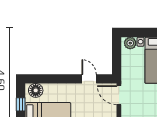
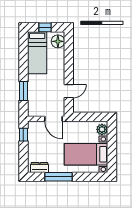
door: (119, 95) -> (53, 119), swing flipped

